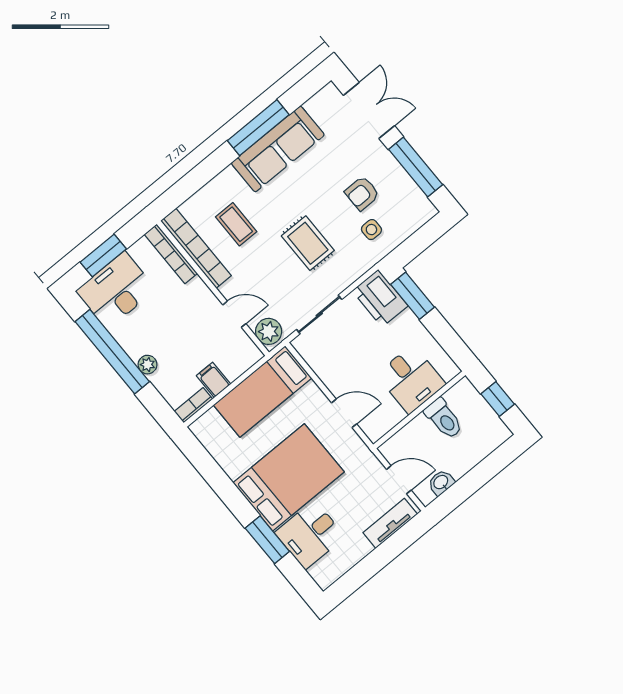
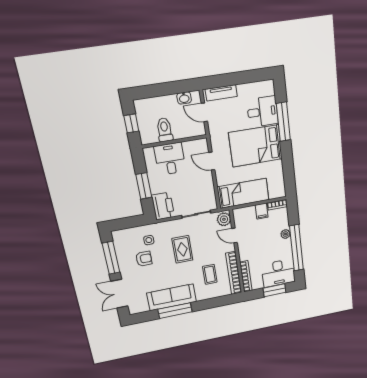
window: (413, 296) -> (144, 186), moved
window: (267, 540) -> (283, 122), width x1.44

